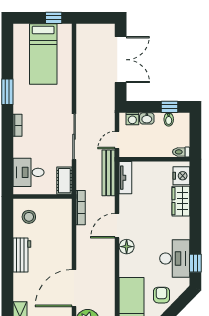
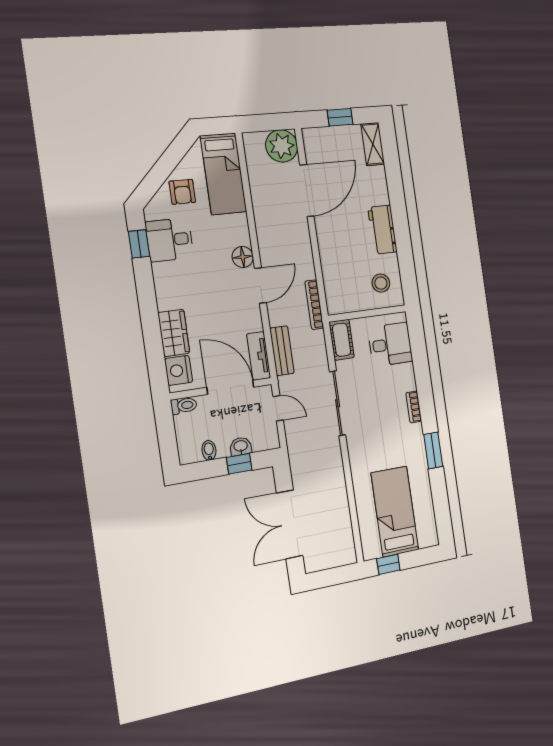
window: (169, 107) -> (239, 464), moved
washing machine: (132, 119) -> (261, 442), removed
door: (117, 140) -> (278, 408), hinge flipped
door: (148, 159) -> (230, 387), added
bench: (108, 173) -> (282, 351), width x0.73
desk: (175, 258) -> (170, 240), width x0.73

